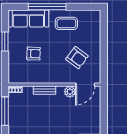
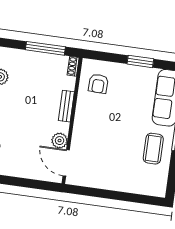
armchair: (34, 54) -> (98, 84), moved
armchair: (77, 58) -> (105, 157), removed

